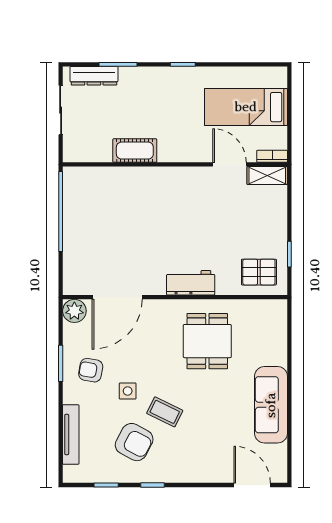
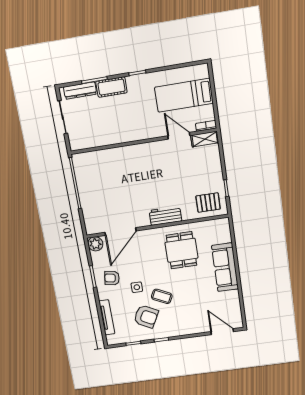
cot: (135, 151) -> (111, 87), moved
sofa: (271, 405) -> (225, 267), moved

